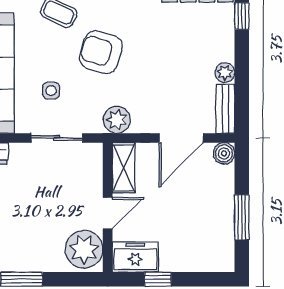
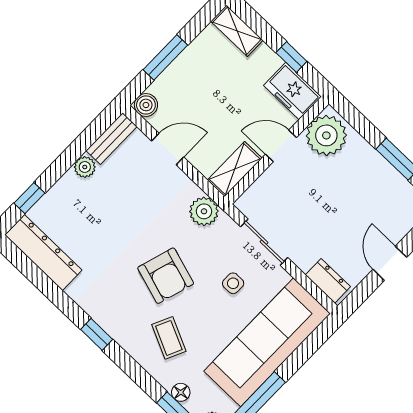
door: (181, 138) -> (168, 149), width x0.73
window: (242, 217) -> (165, 57), moved
shelving: (211, 262) -> (237, 31), added

